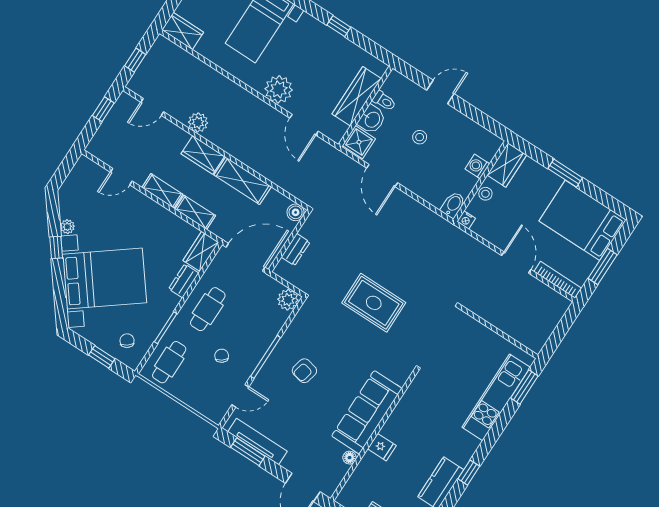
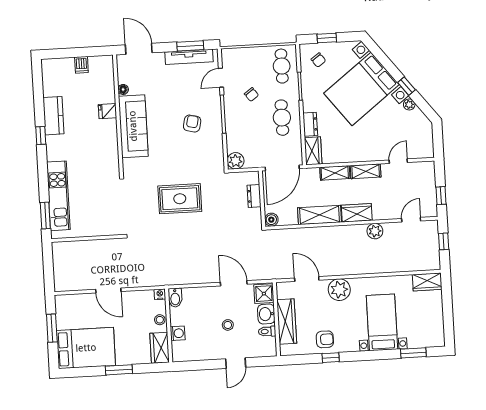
armchair: (331, 49) -> (325, 339), added
bookcase: (558, 280) -> (74, 299), removed

